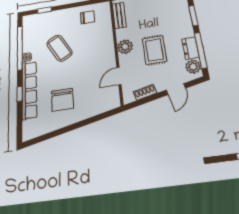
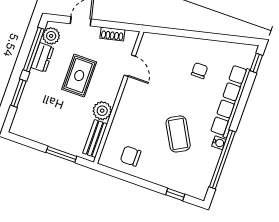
plant: (125, 47) -> (102, 111), moved
door: (119, 76) -> (130, 66), hinge flipped
window: (20, 94) -> (256, 63), moved
chair: (62, 100) -> (199, 71), width x0.54, depth x0.54

